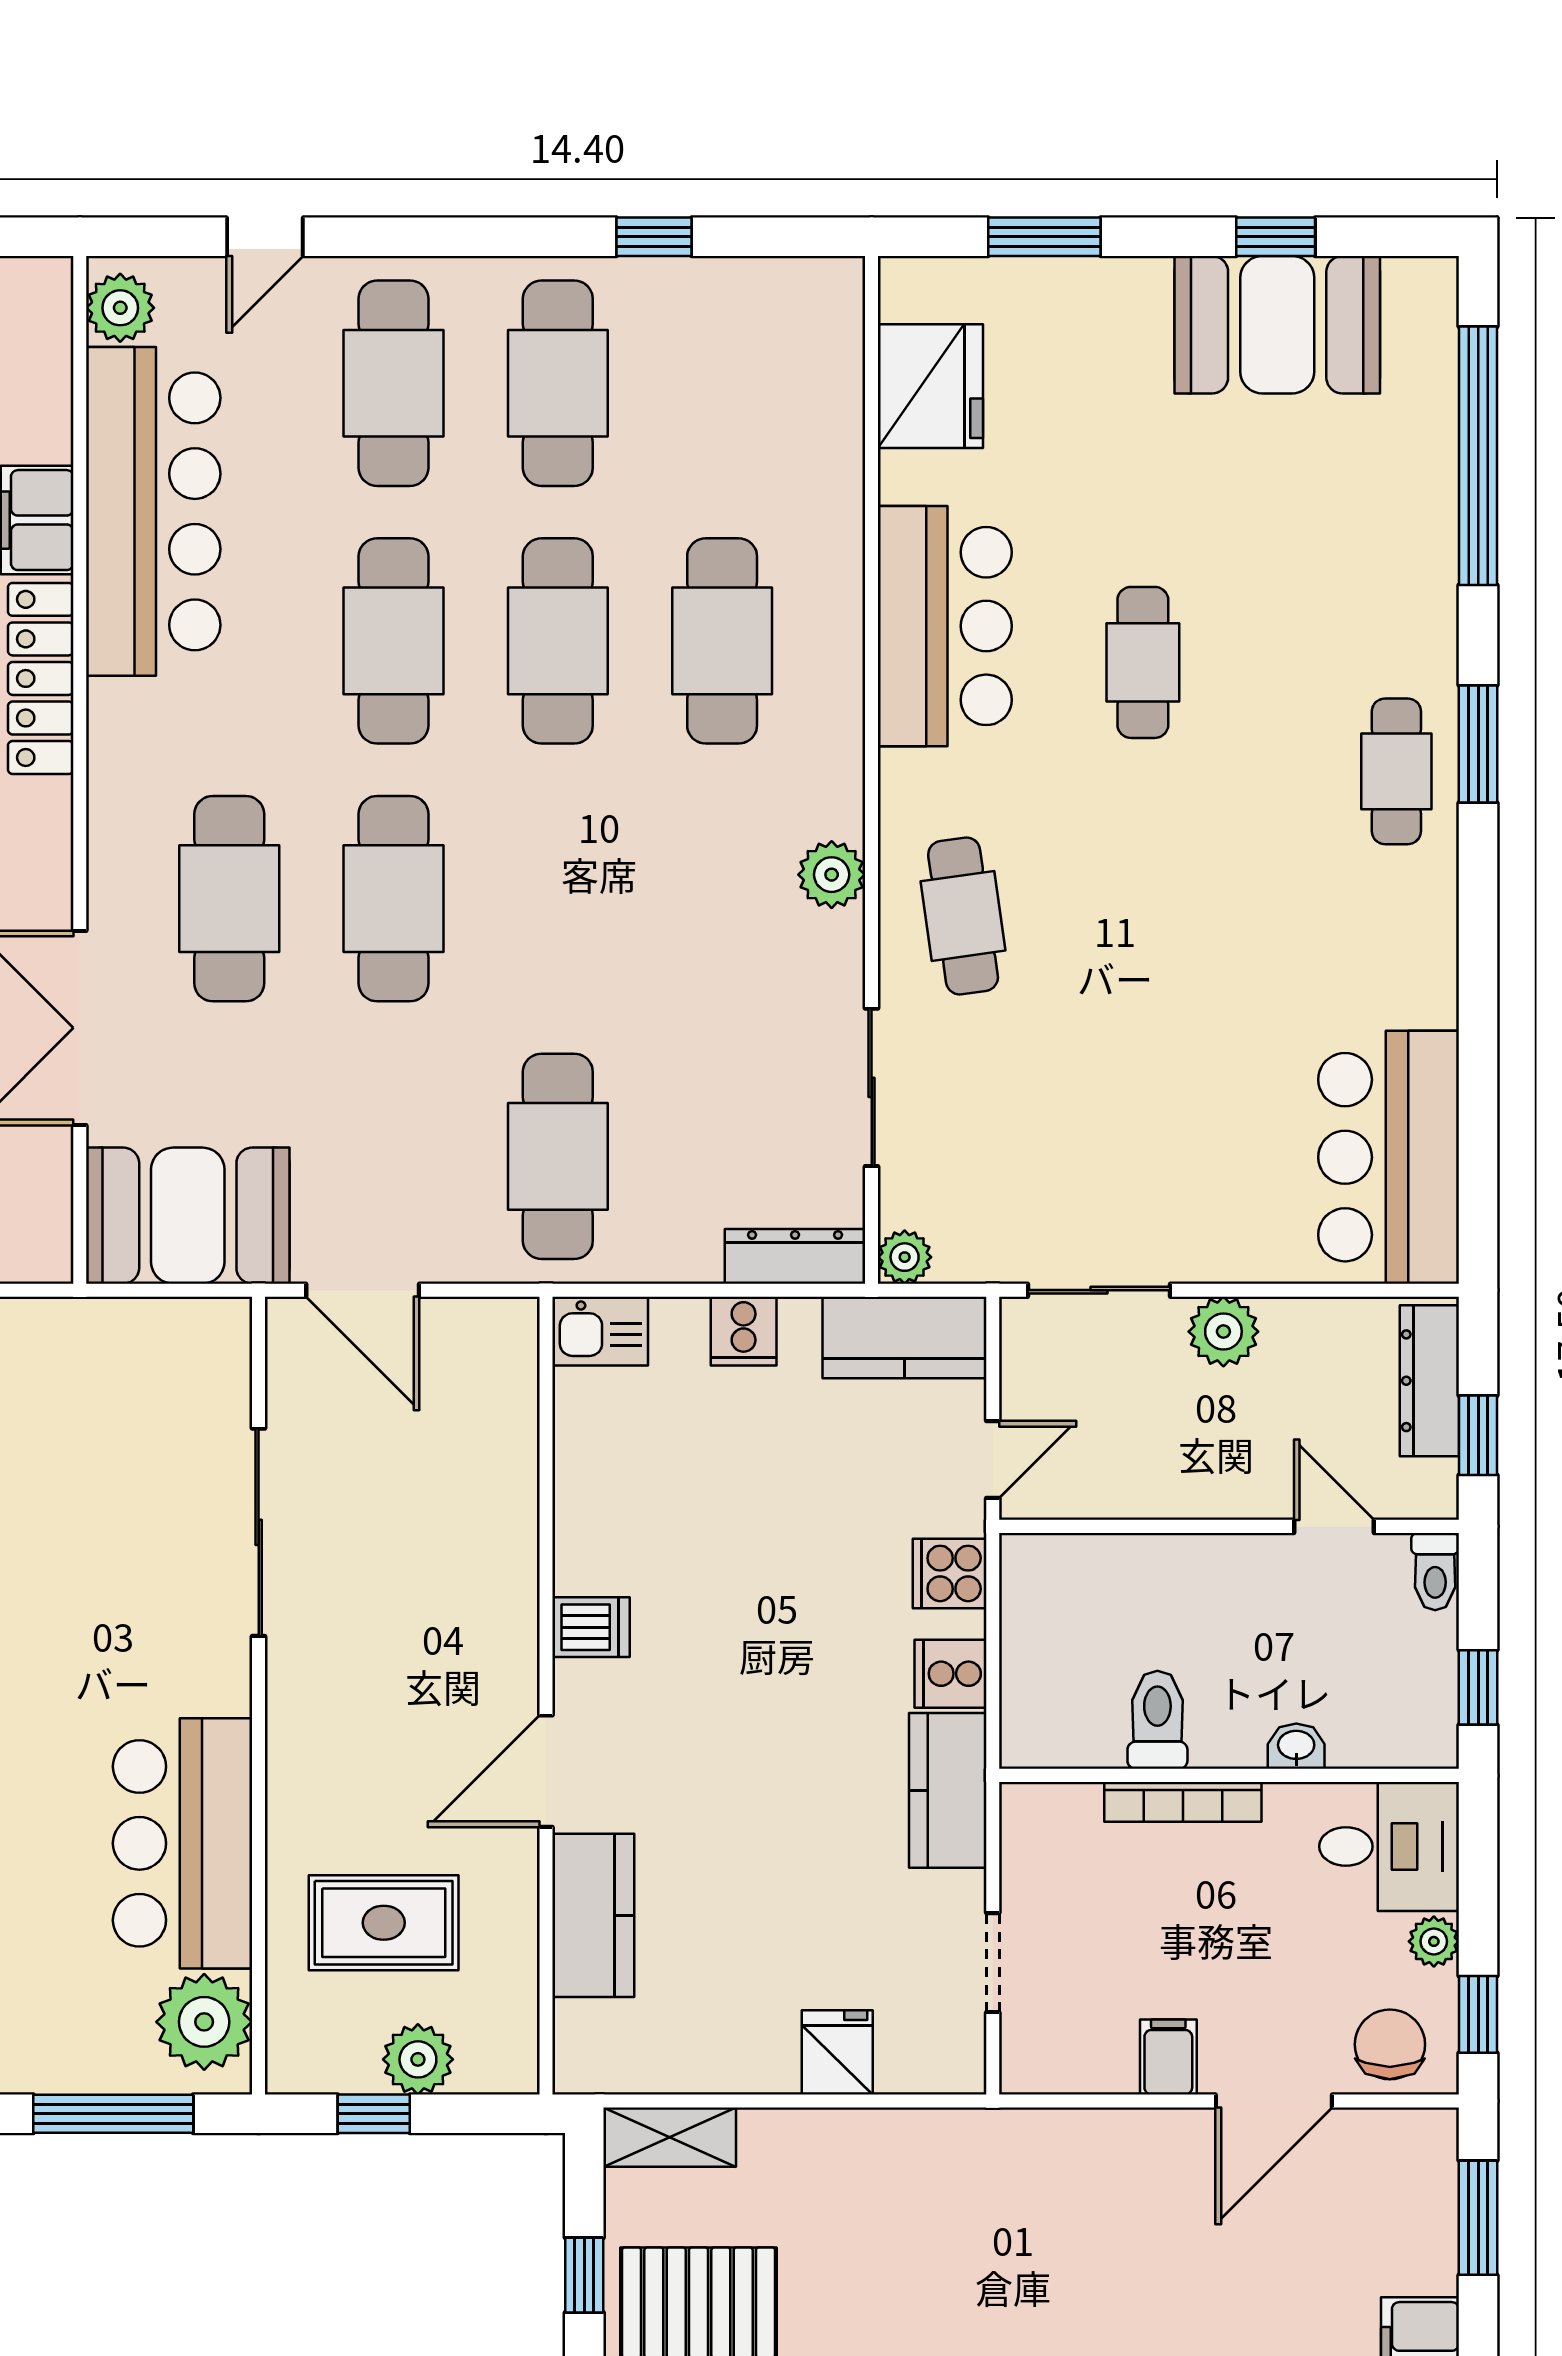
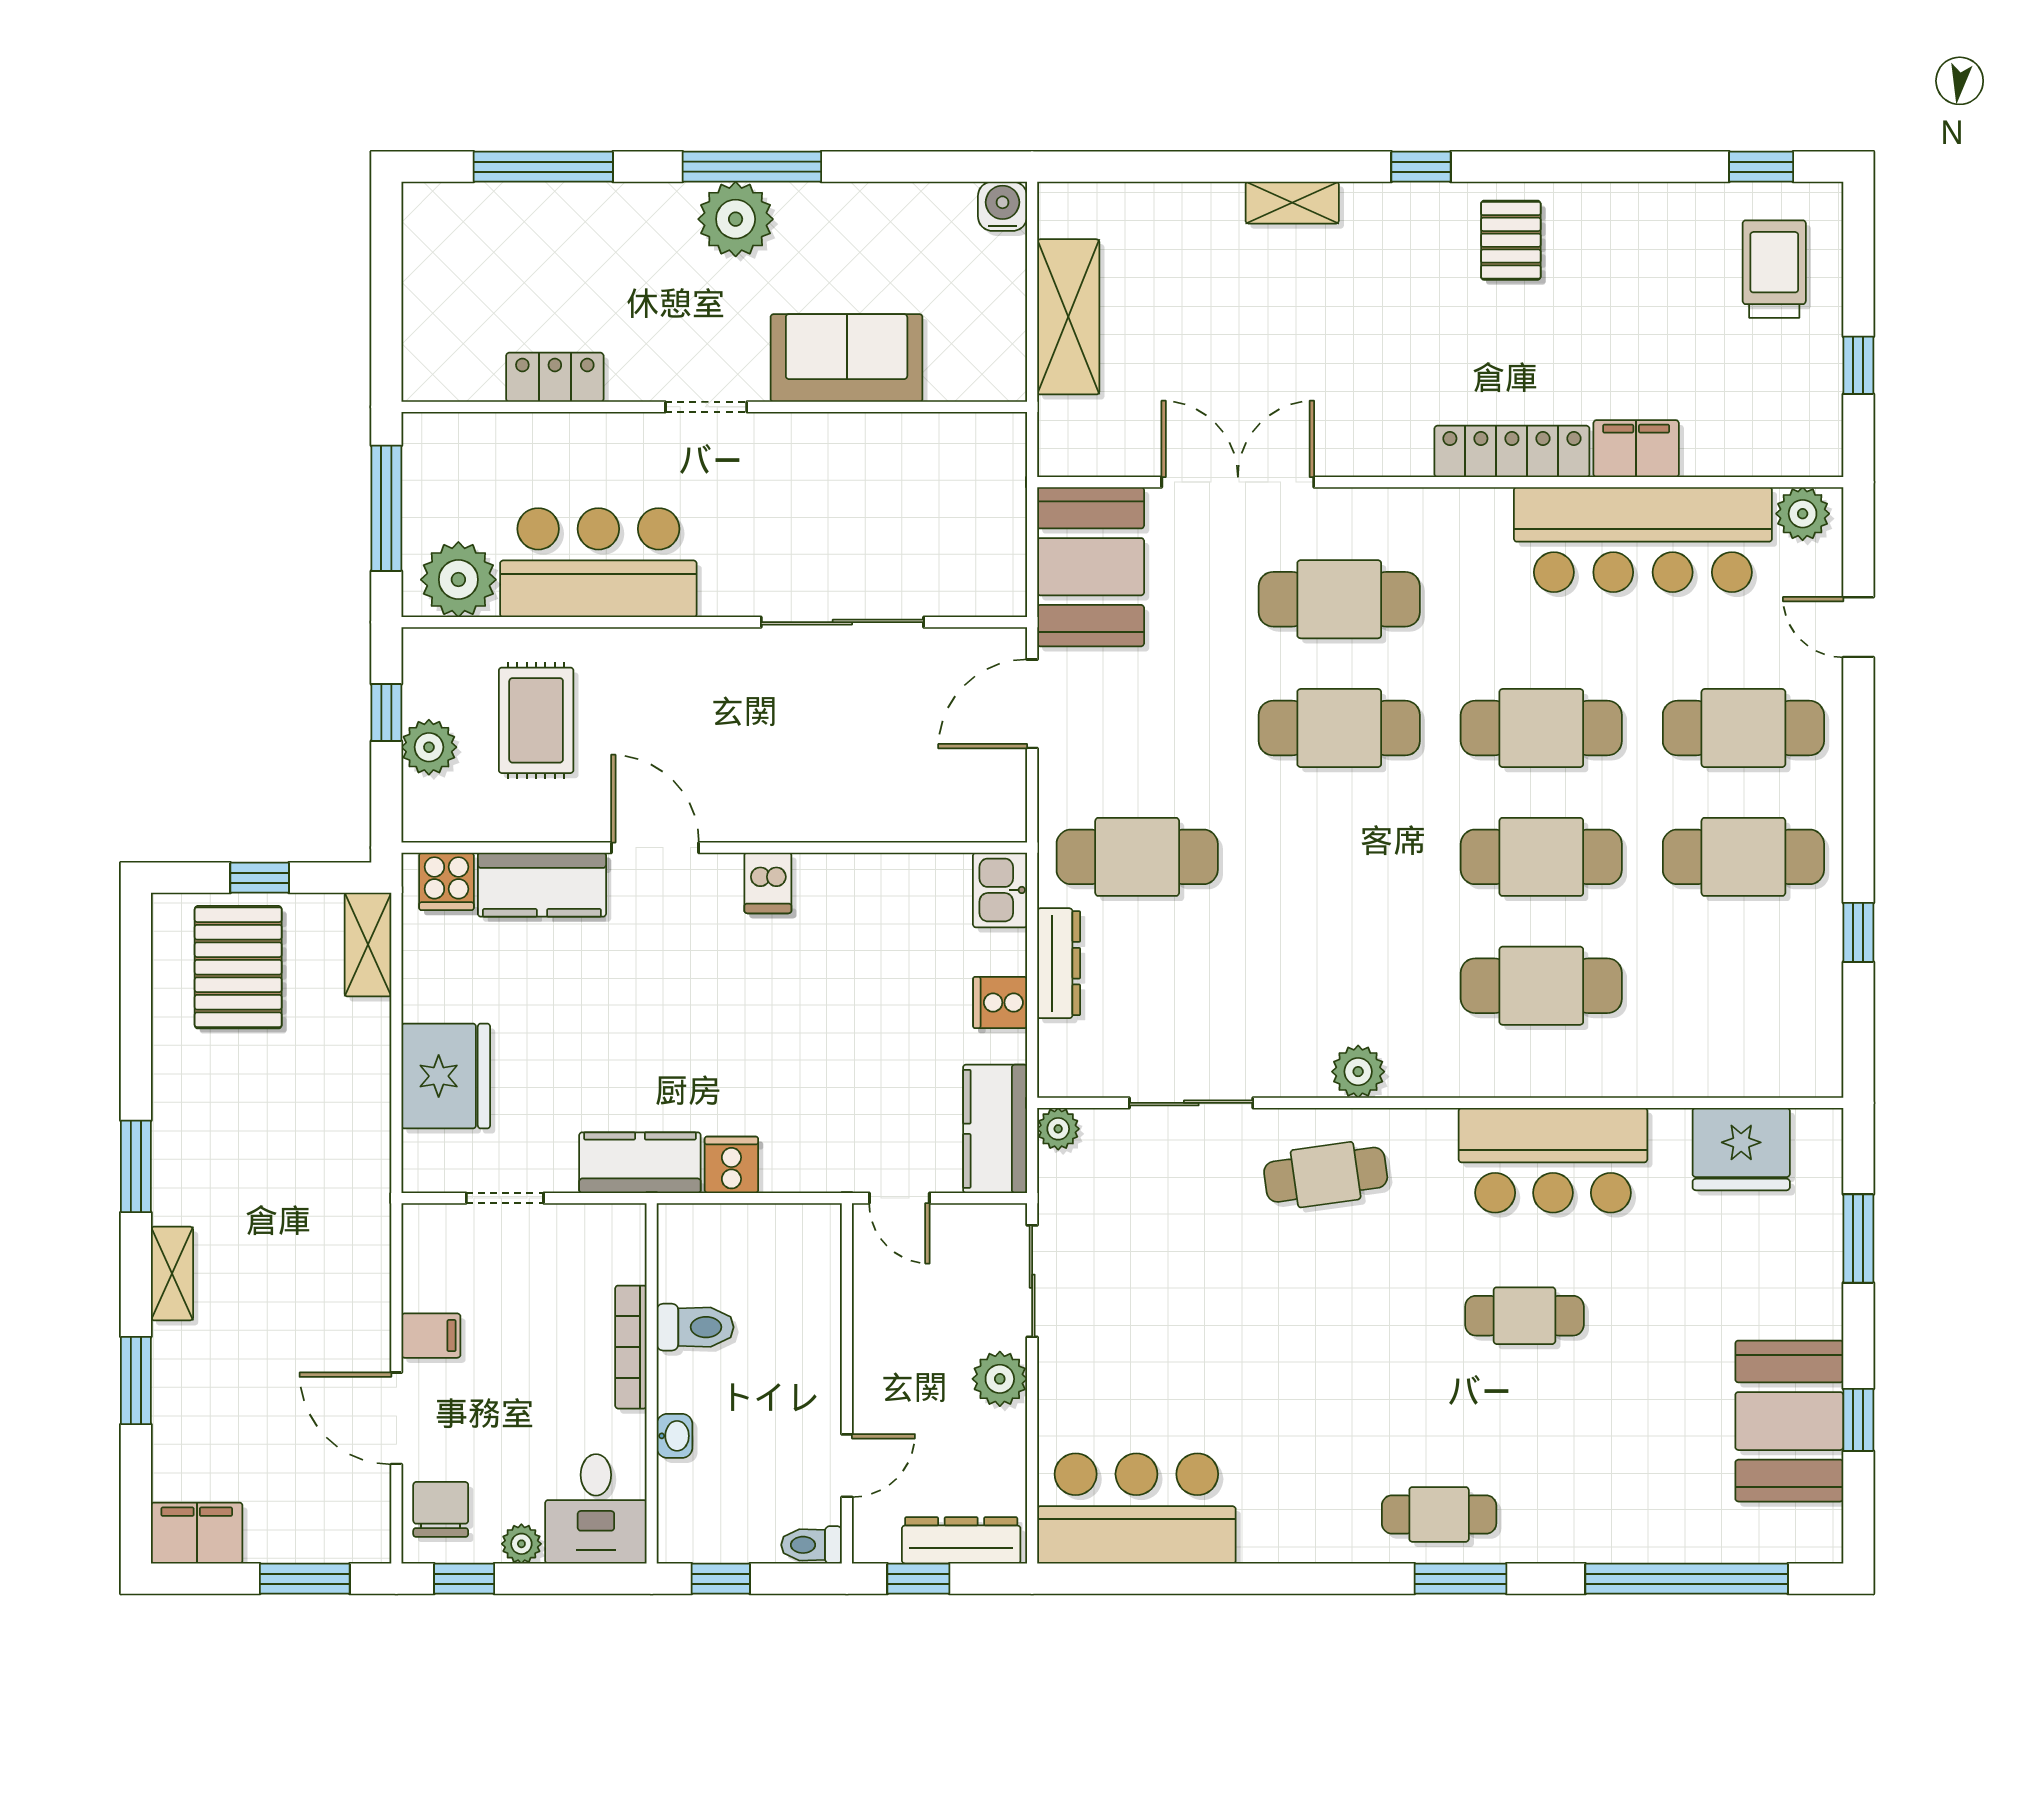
dresser: (795, 1256) -> (1059, 963), moved
cooker: (950, 1573) -> (446, 881), moved, turned 180
chair: (1390, 2044) -> (441, 1509), turned -90
fridge: (837, 2052) -> (446, 1076), width x1.88, depth x1.34

